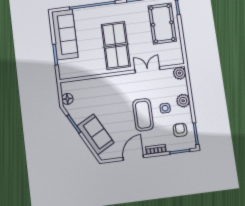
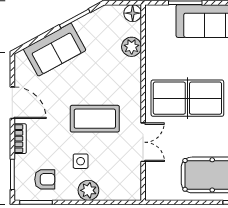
plant: (180, 73) -> (132, 47), moved
floor lamp: (67, 99) -> (133, 13), moved
coffee table: (143, 115) -> (95, 119), moved

